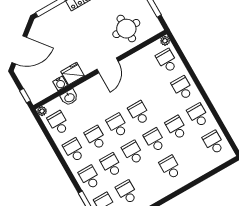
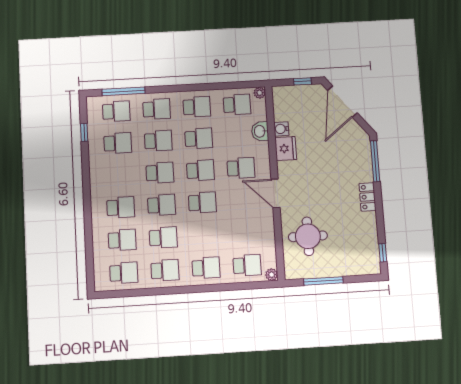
window: (25, 96) -> (302, 81), moved
school desk: (102, 98) -> (241, 168), added
school desk: (192, 155) -> (122, 240), added

